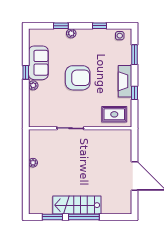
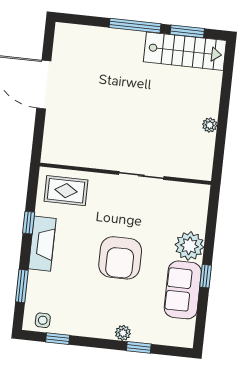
window: (100, 26) -> (58, 339), moved
armchair: (78, 78) -> (120, 258), turned -90
plant: (33, 85) -> (189, 246), width x1.87, depth x1.87
stairs: (77, 205) -> (185, 51), moved

